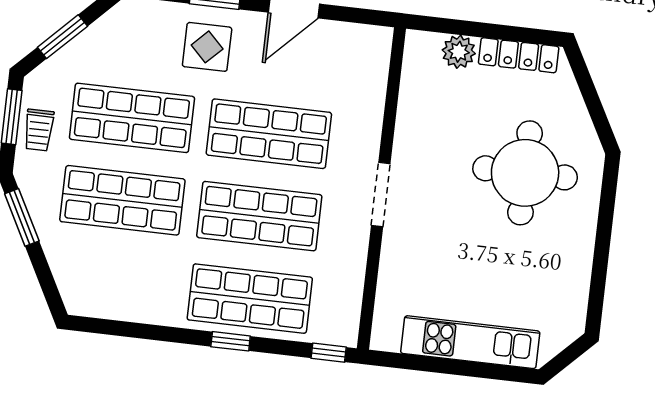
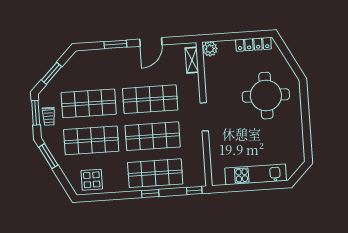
display table: (207, 47) -> (92, 180), moved
plant: (459, 52) -> (210, 49), moved
shelving: (377, 65) -> (192, 60), added

